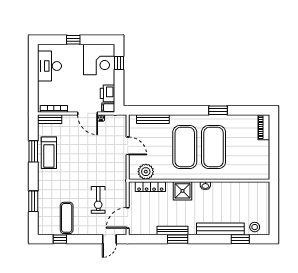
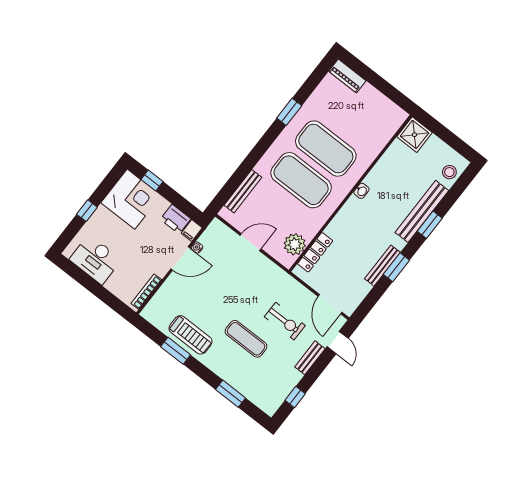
bench: (50, 119) -> (310, 358), moved
shower: (182, 191) -> (414, 135), moved
exercise mat: (67, 218) -> (246, 339), moved
window: (240, 239) -> (430, 225), moved

